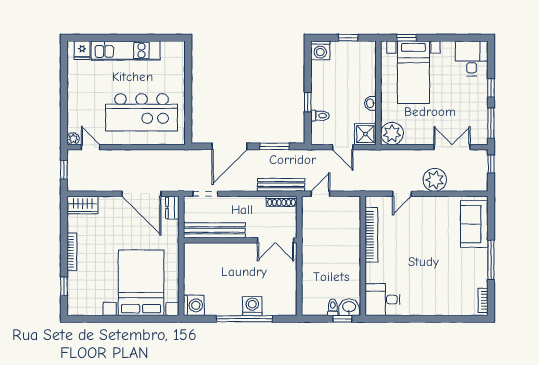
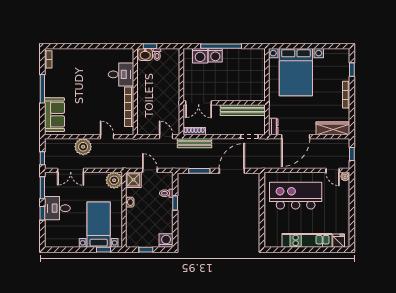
desk: (472, 58) -> (57, 208), moved, turned 90
door: (141, 194) -> (296, 137), swing flipped
door: (320, 194) -> (166, 137), swing flipped
door: (402, 194) -> (107, 137), hinge flipped
wardrobe: (82, 205) -> (333, 128), width x1.50
double door: (275, 240) -> (199, 103), swing flipped
desk: (383, 300) -> (121, 74), moved
washing machine: (194, 305) -> (200, 56), moved, turned -90

